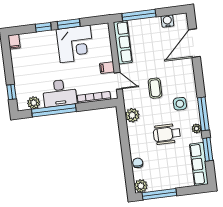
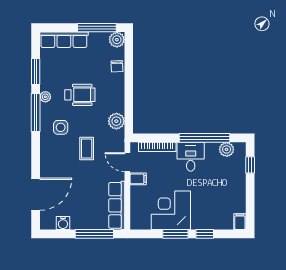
desk: (60, 93) -> (191, 157), width x0.73
row of seats: (199, 164) -> (64, 40), moved, turned 90

